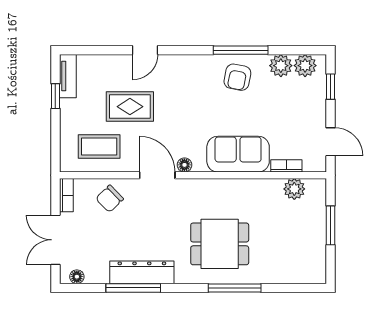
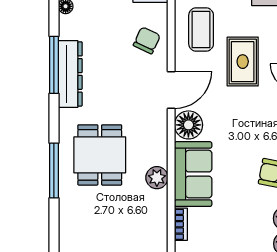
floor lamp: (184, 165) -> (188, 125), width x1.89, depth x1.89
plant: (294, 189) -> (157, 178), moved
chair: (110, 199) -> (147, 40), turned 69

